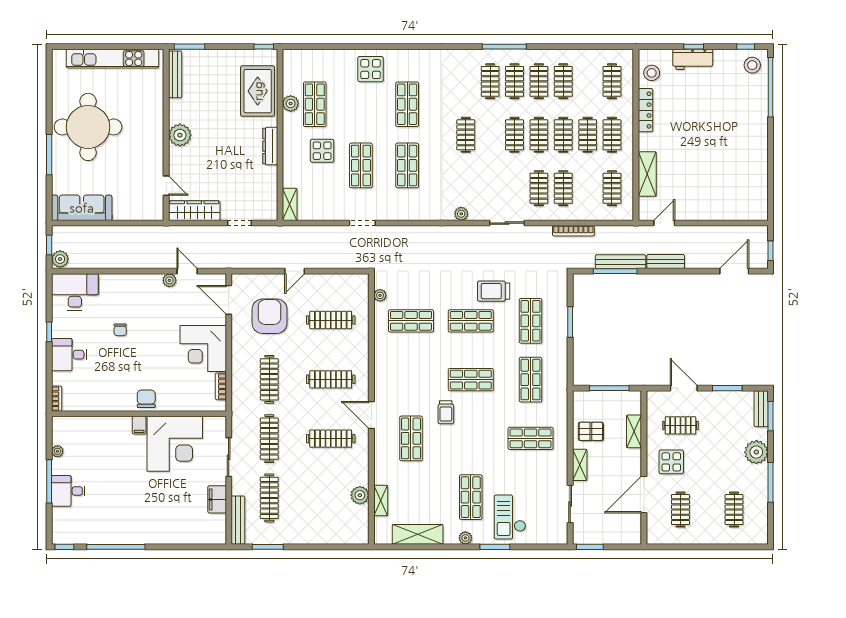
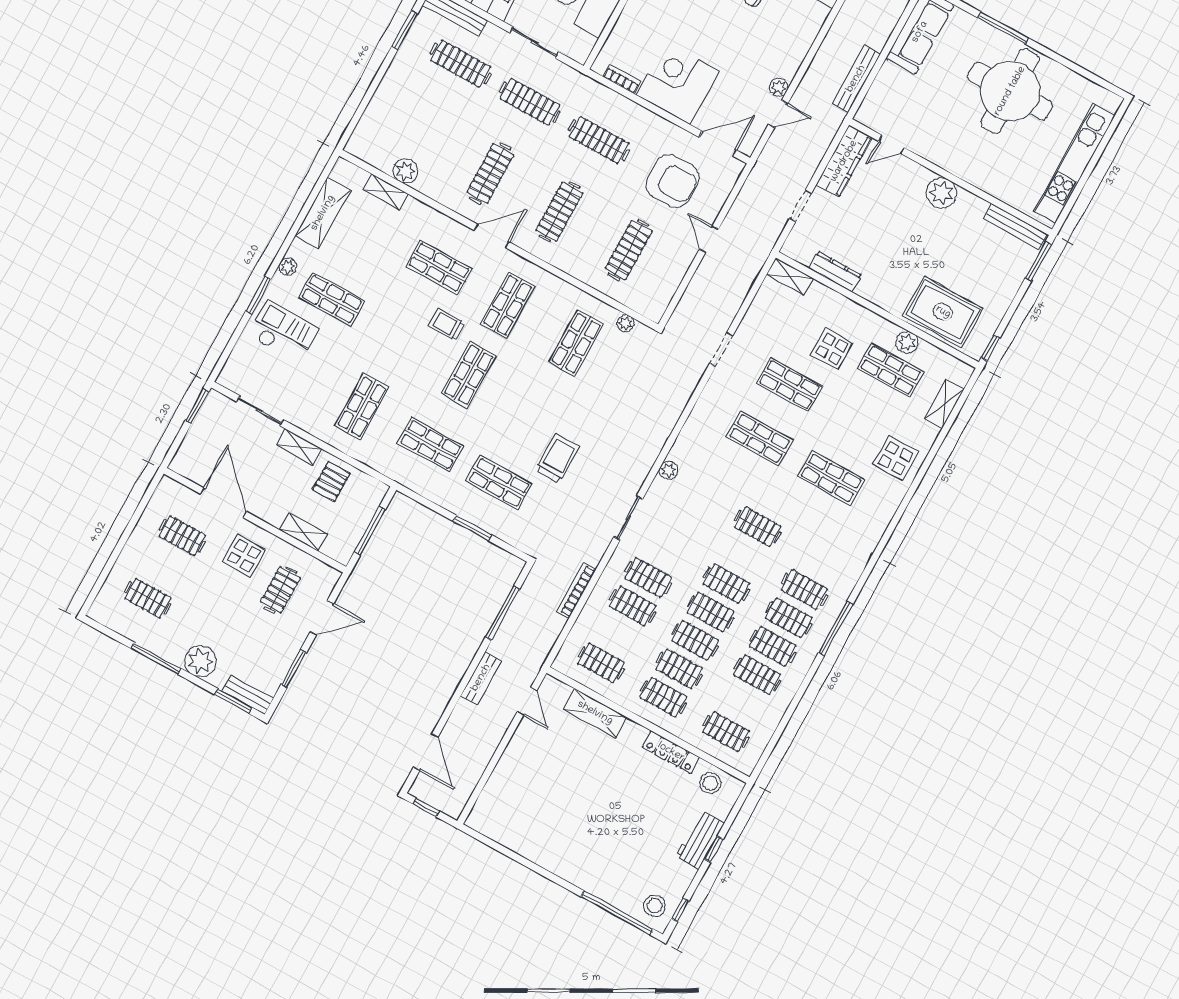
shelving: (317, 57) -> (944, 404), added
dresser: (270, 146) -> (835, 272), moved
bench: (620, 262) -> (856, 79), moved
shop shelf: (471, 321) -> (507, 305), moved

